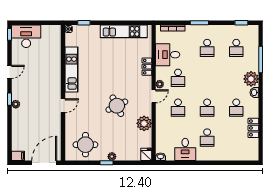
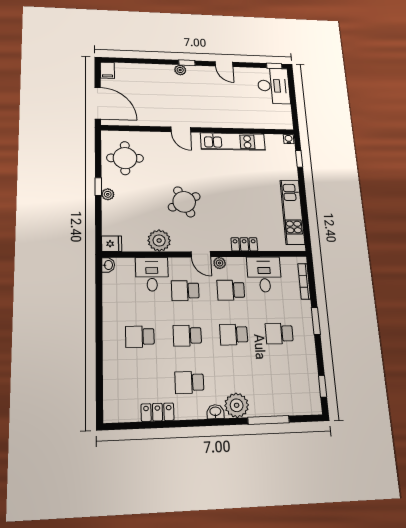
school desk: (236, 48) -> (234, 335), moved
desk: (185, 149) -> (152, 274), moved, turned 90

